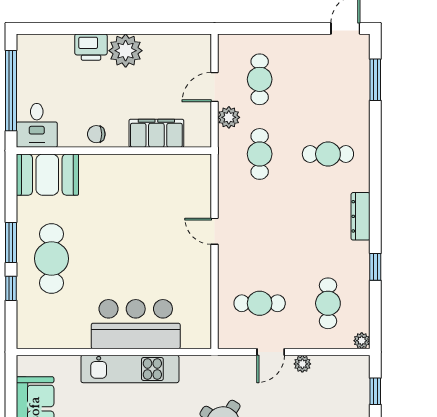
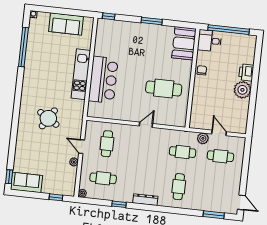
filing cabinet: (156, 133) -> (199, 101), removed
cafe table: (51, 259) -> (164, 89), moved
window: (11, 288) -> (109, 16), moved

